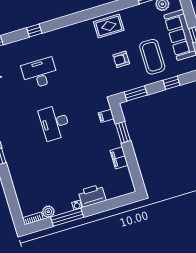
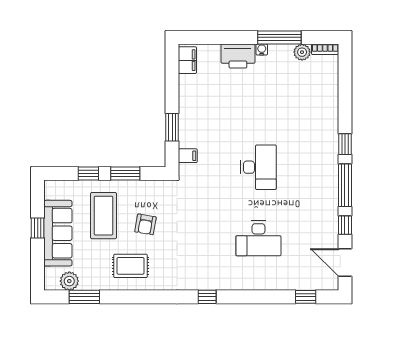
rug: (109, 26) -> (131, 266), moved
window: (34, 31) -> (207, 297), moved
armchair: (121, 59) -> (145, 224), turned 101
window: (136, 93) -> (125, 174), moved
filing cabinet: (119, 158) -> (187, 60), moved

